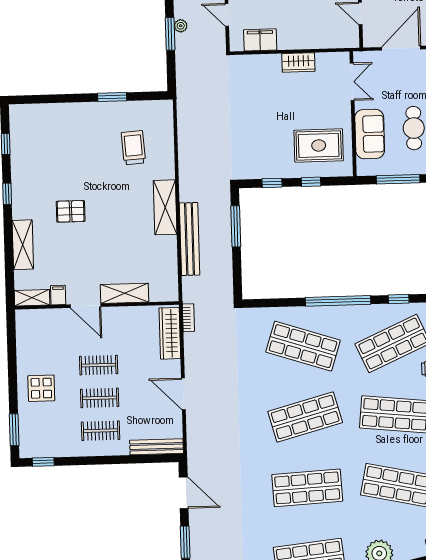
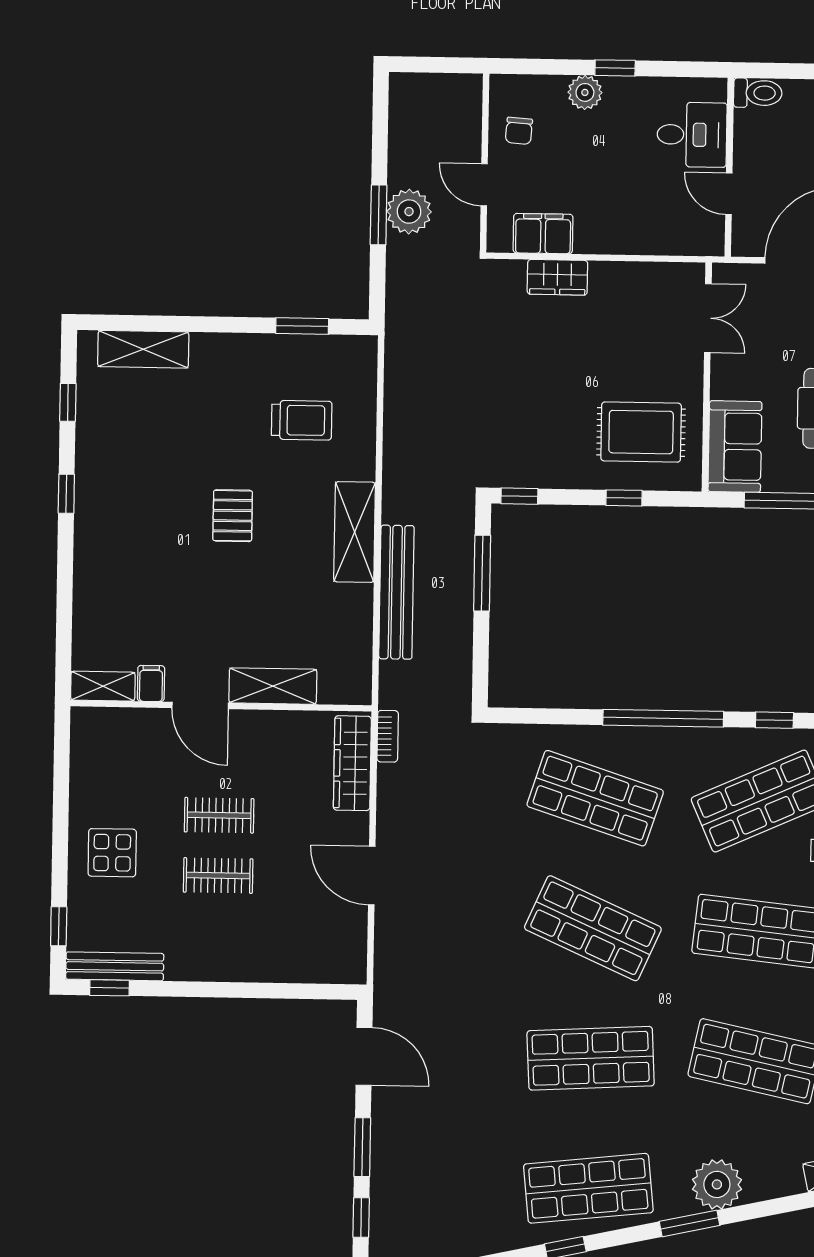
plant: (181, 26) -> (409, 212), width x1.88, depth x1.88
wardrobe: (298, 62) -> (557, 277), moved
window: (112, 97) -> (302, 326), moved
sofa: (370, 134) -> (735, 447), moved
trolley: (133, 148) -> (302, 420), turned 94
window: (272, 183) -> (519, 496), moved
pallet: (71, 211) -> (233, 516), moved, turned 90
shelving: (23, 245) -> (143, 349), moved, turned 90
shop shelf: (305, 417) -> (593, 928), turned 39
window: (14, 430) -> (59, 926), width x0.67
clothes rail: (101, 431) -> (217, 936), removed
bench: (157, 447) -> (115, 966), moved

